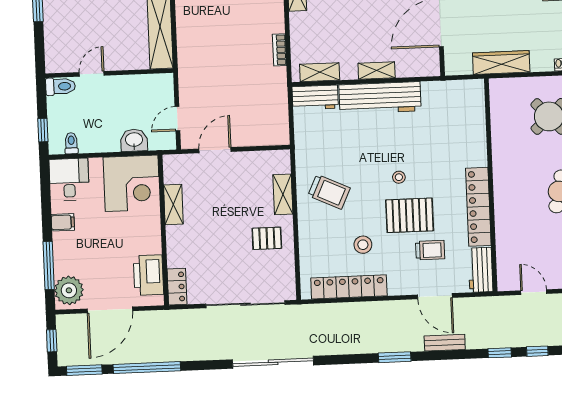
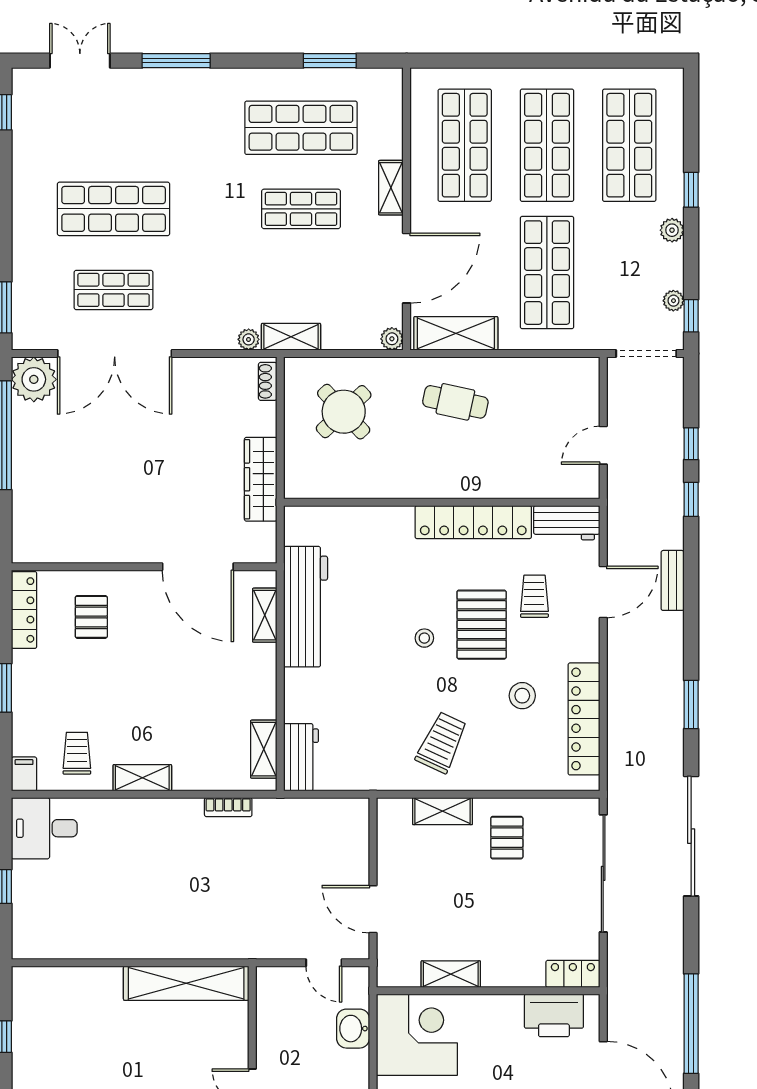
shelving: (377, 70) -> (265, 615), moved
workbench: (380, 98) -> (306, 607), moved
window: (395, 357) -> (691, 704), moved

